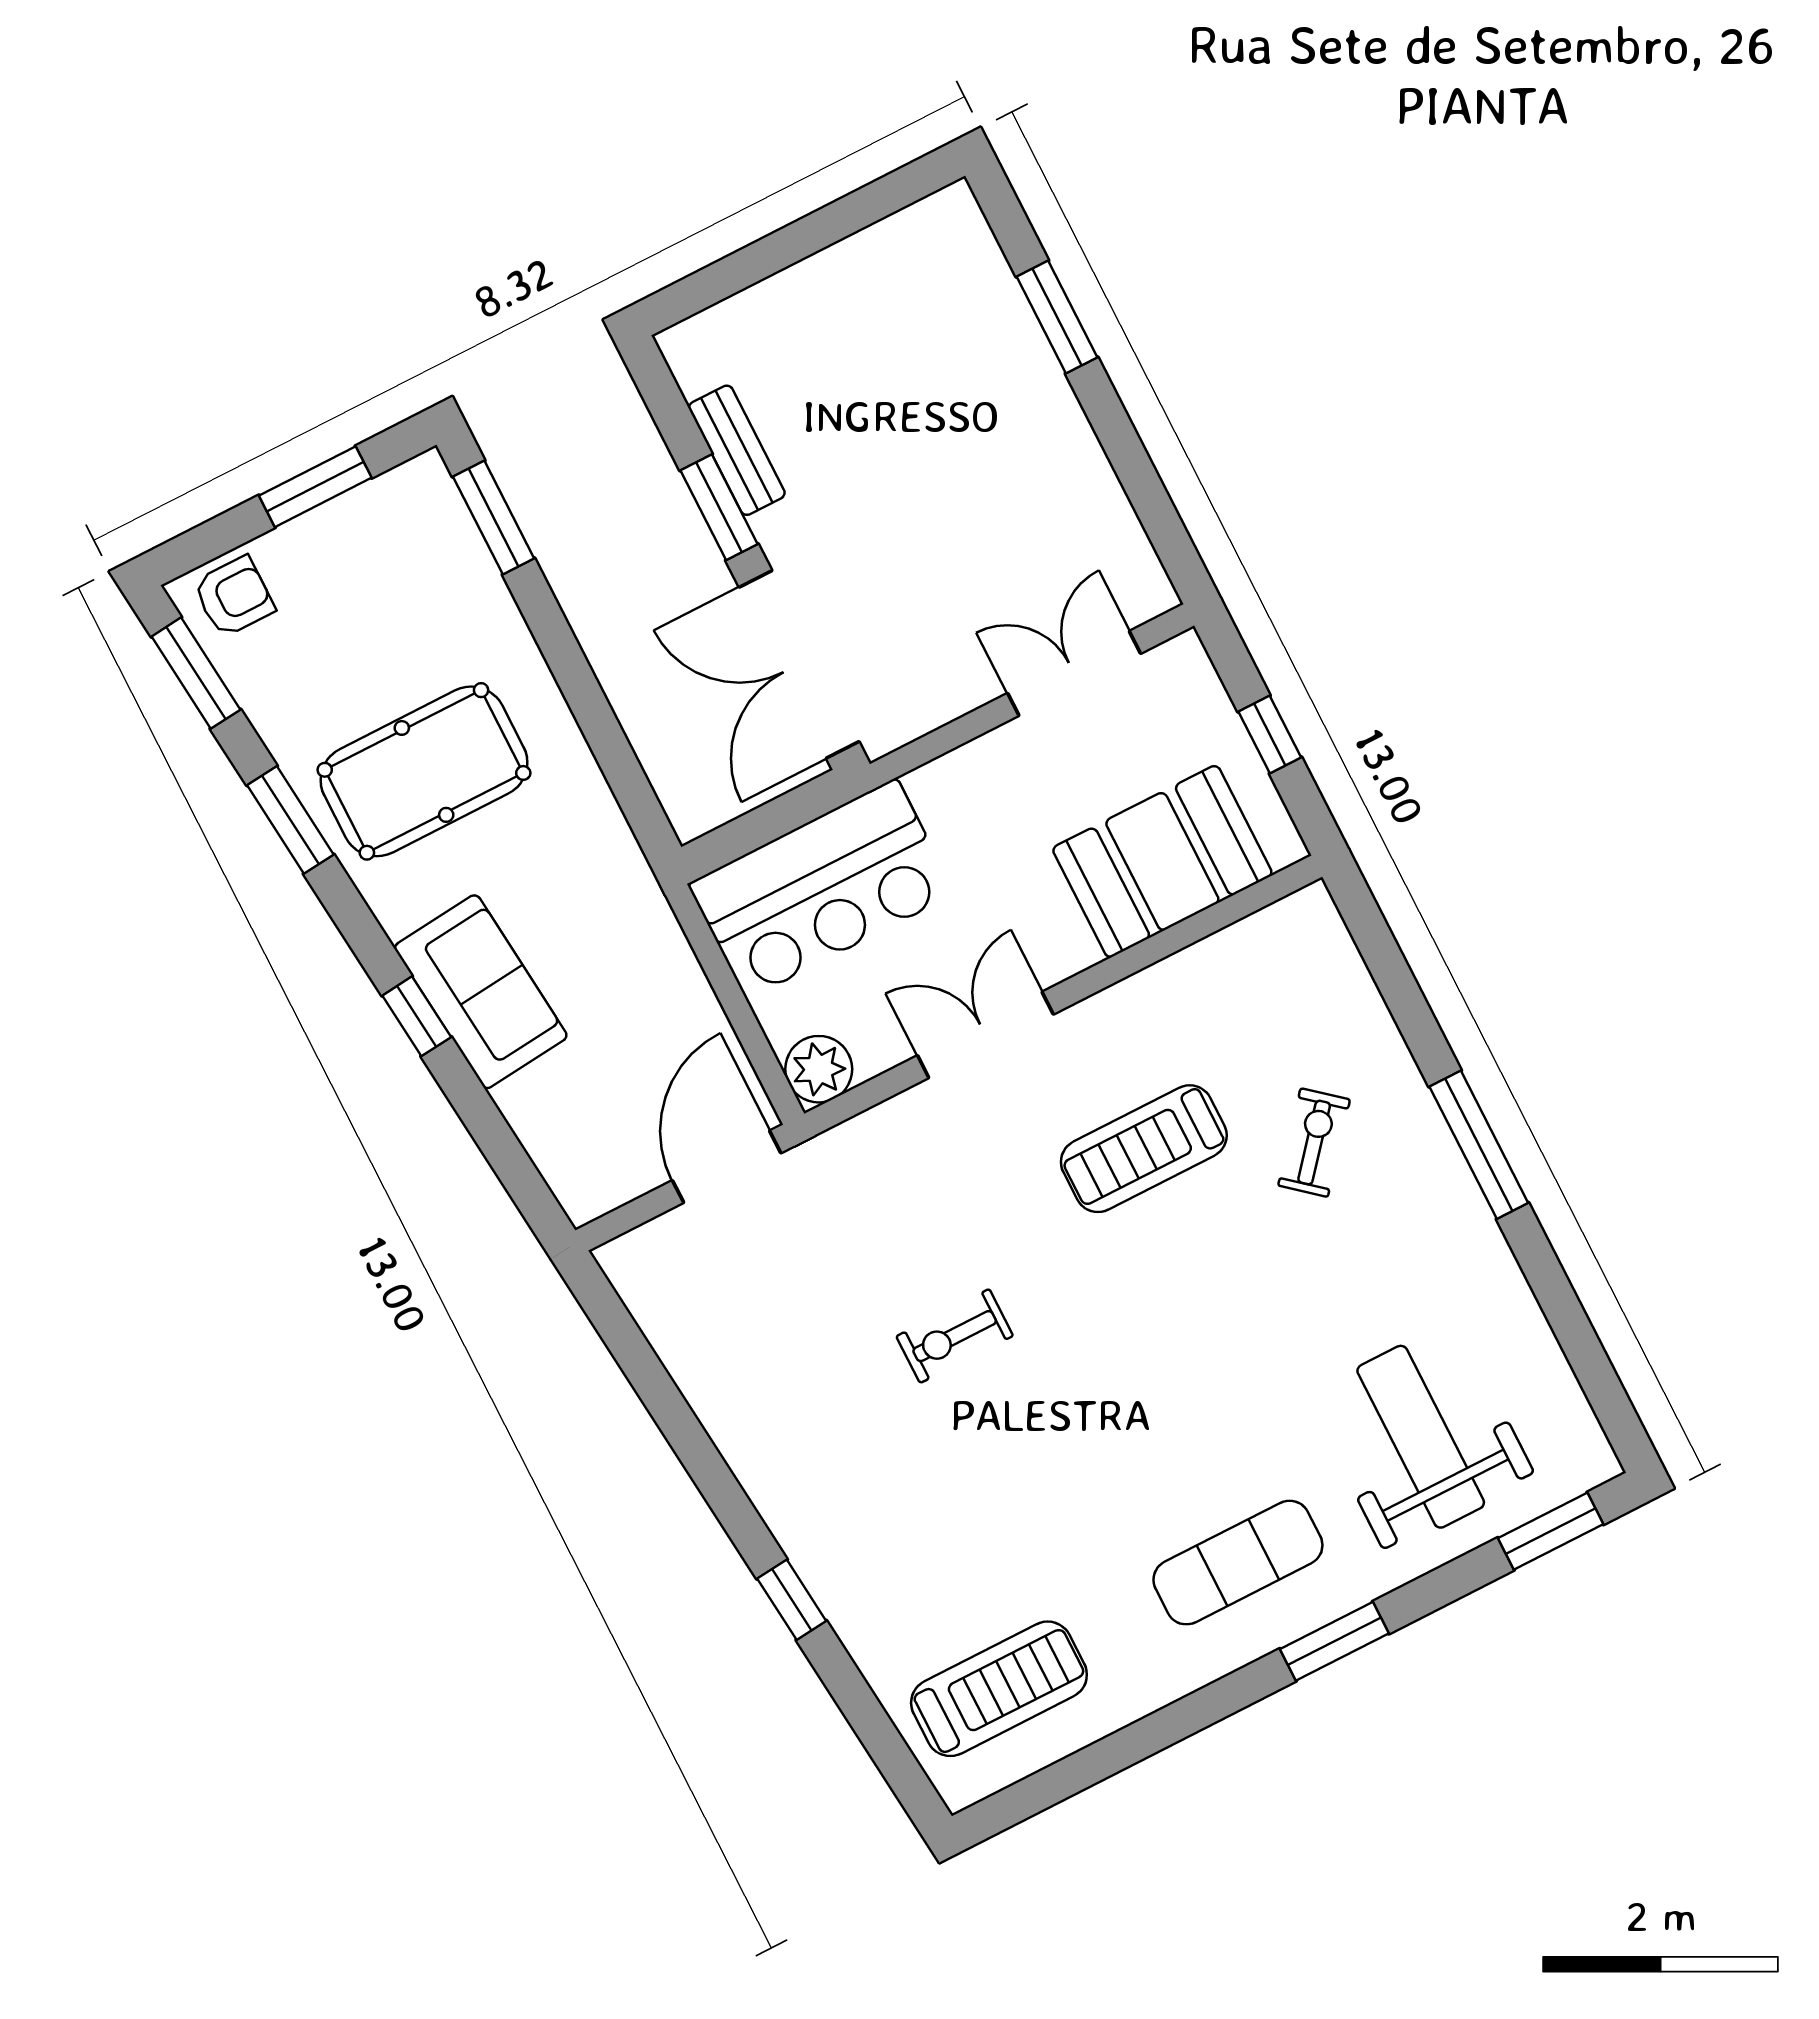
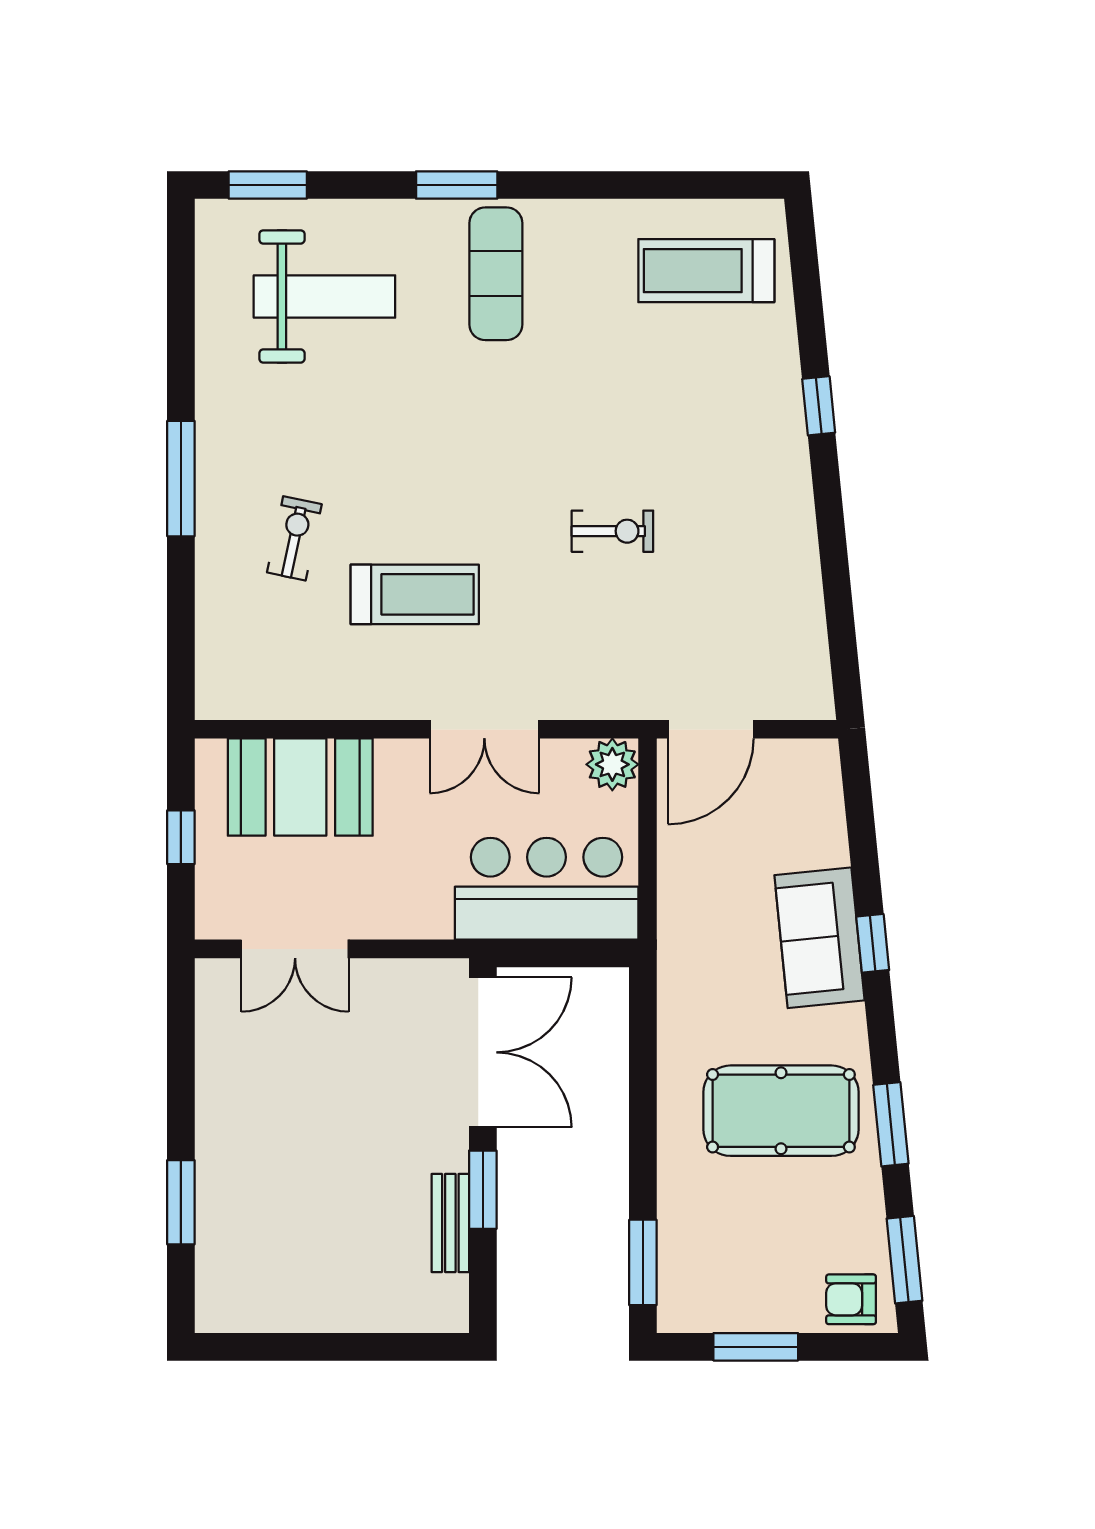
exercise bike: (1314, 1143) -> (294, 538), turned 152
weight bench: (1421, 1437) -> (324, 296), turned -90
exercise mat: (1238, 1563) -> (496, 274), turned 90

